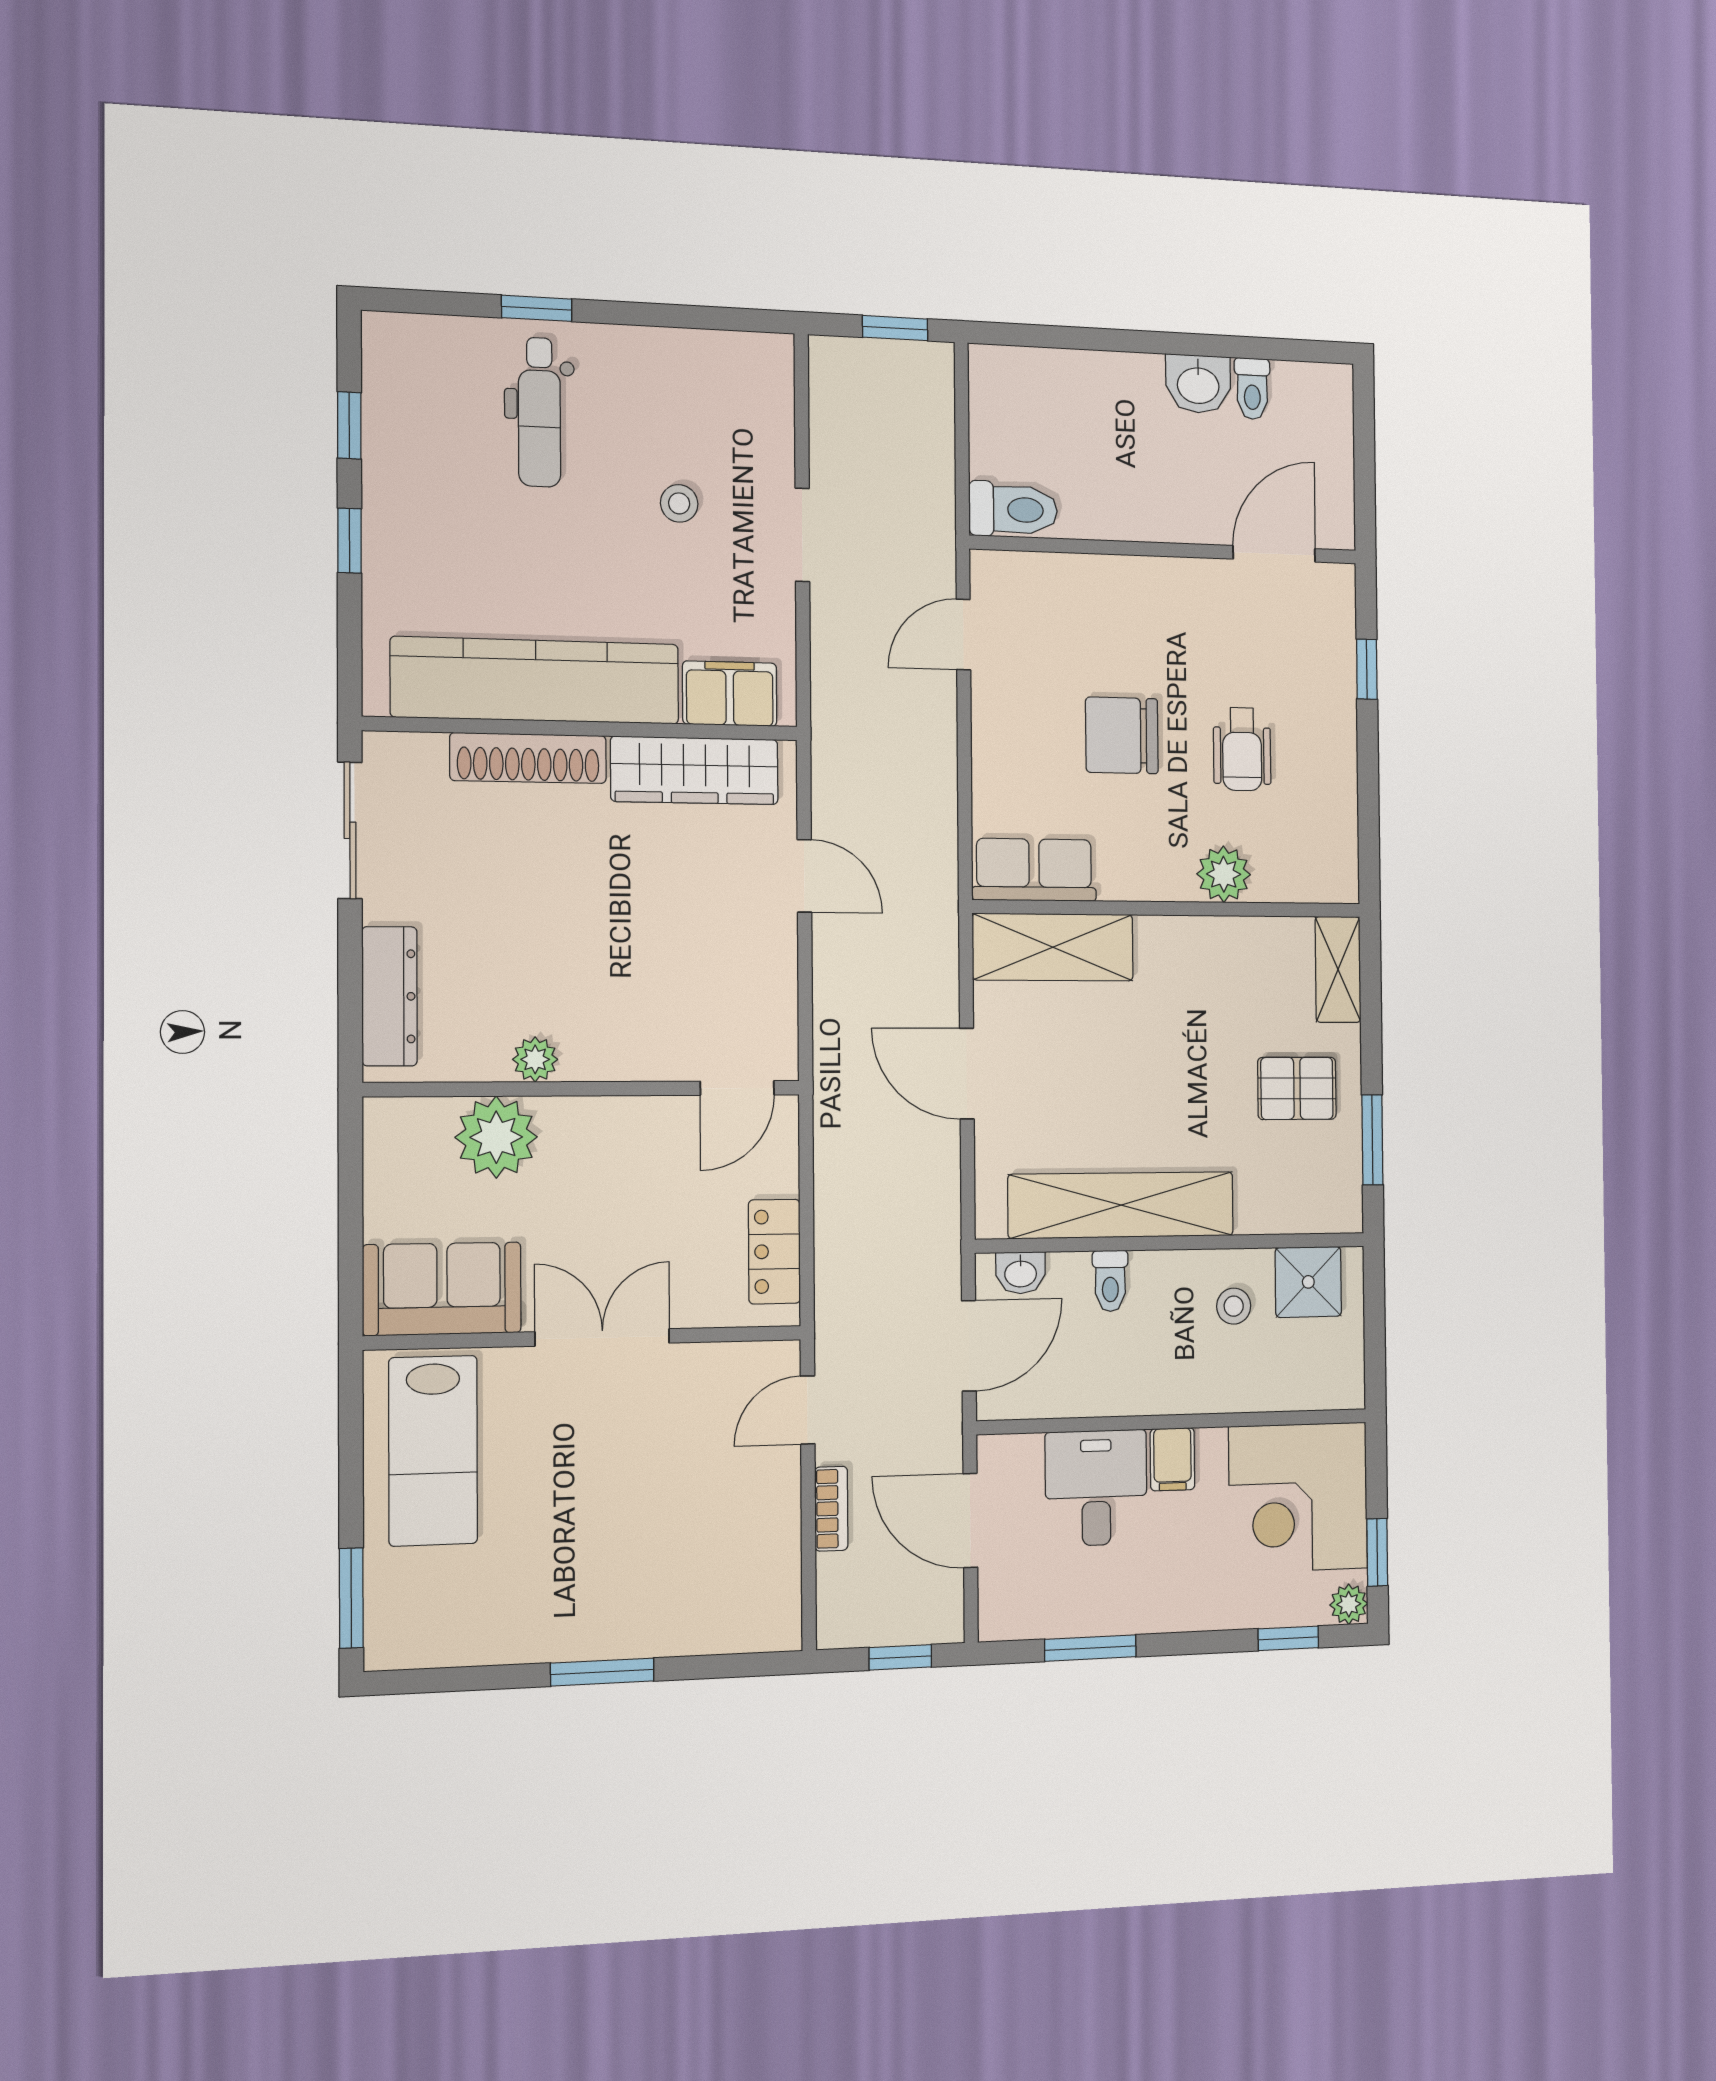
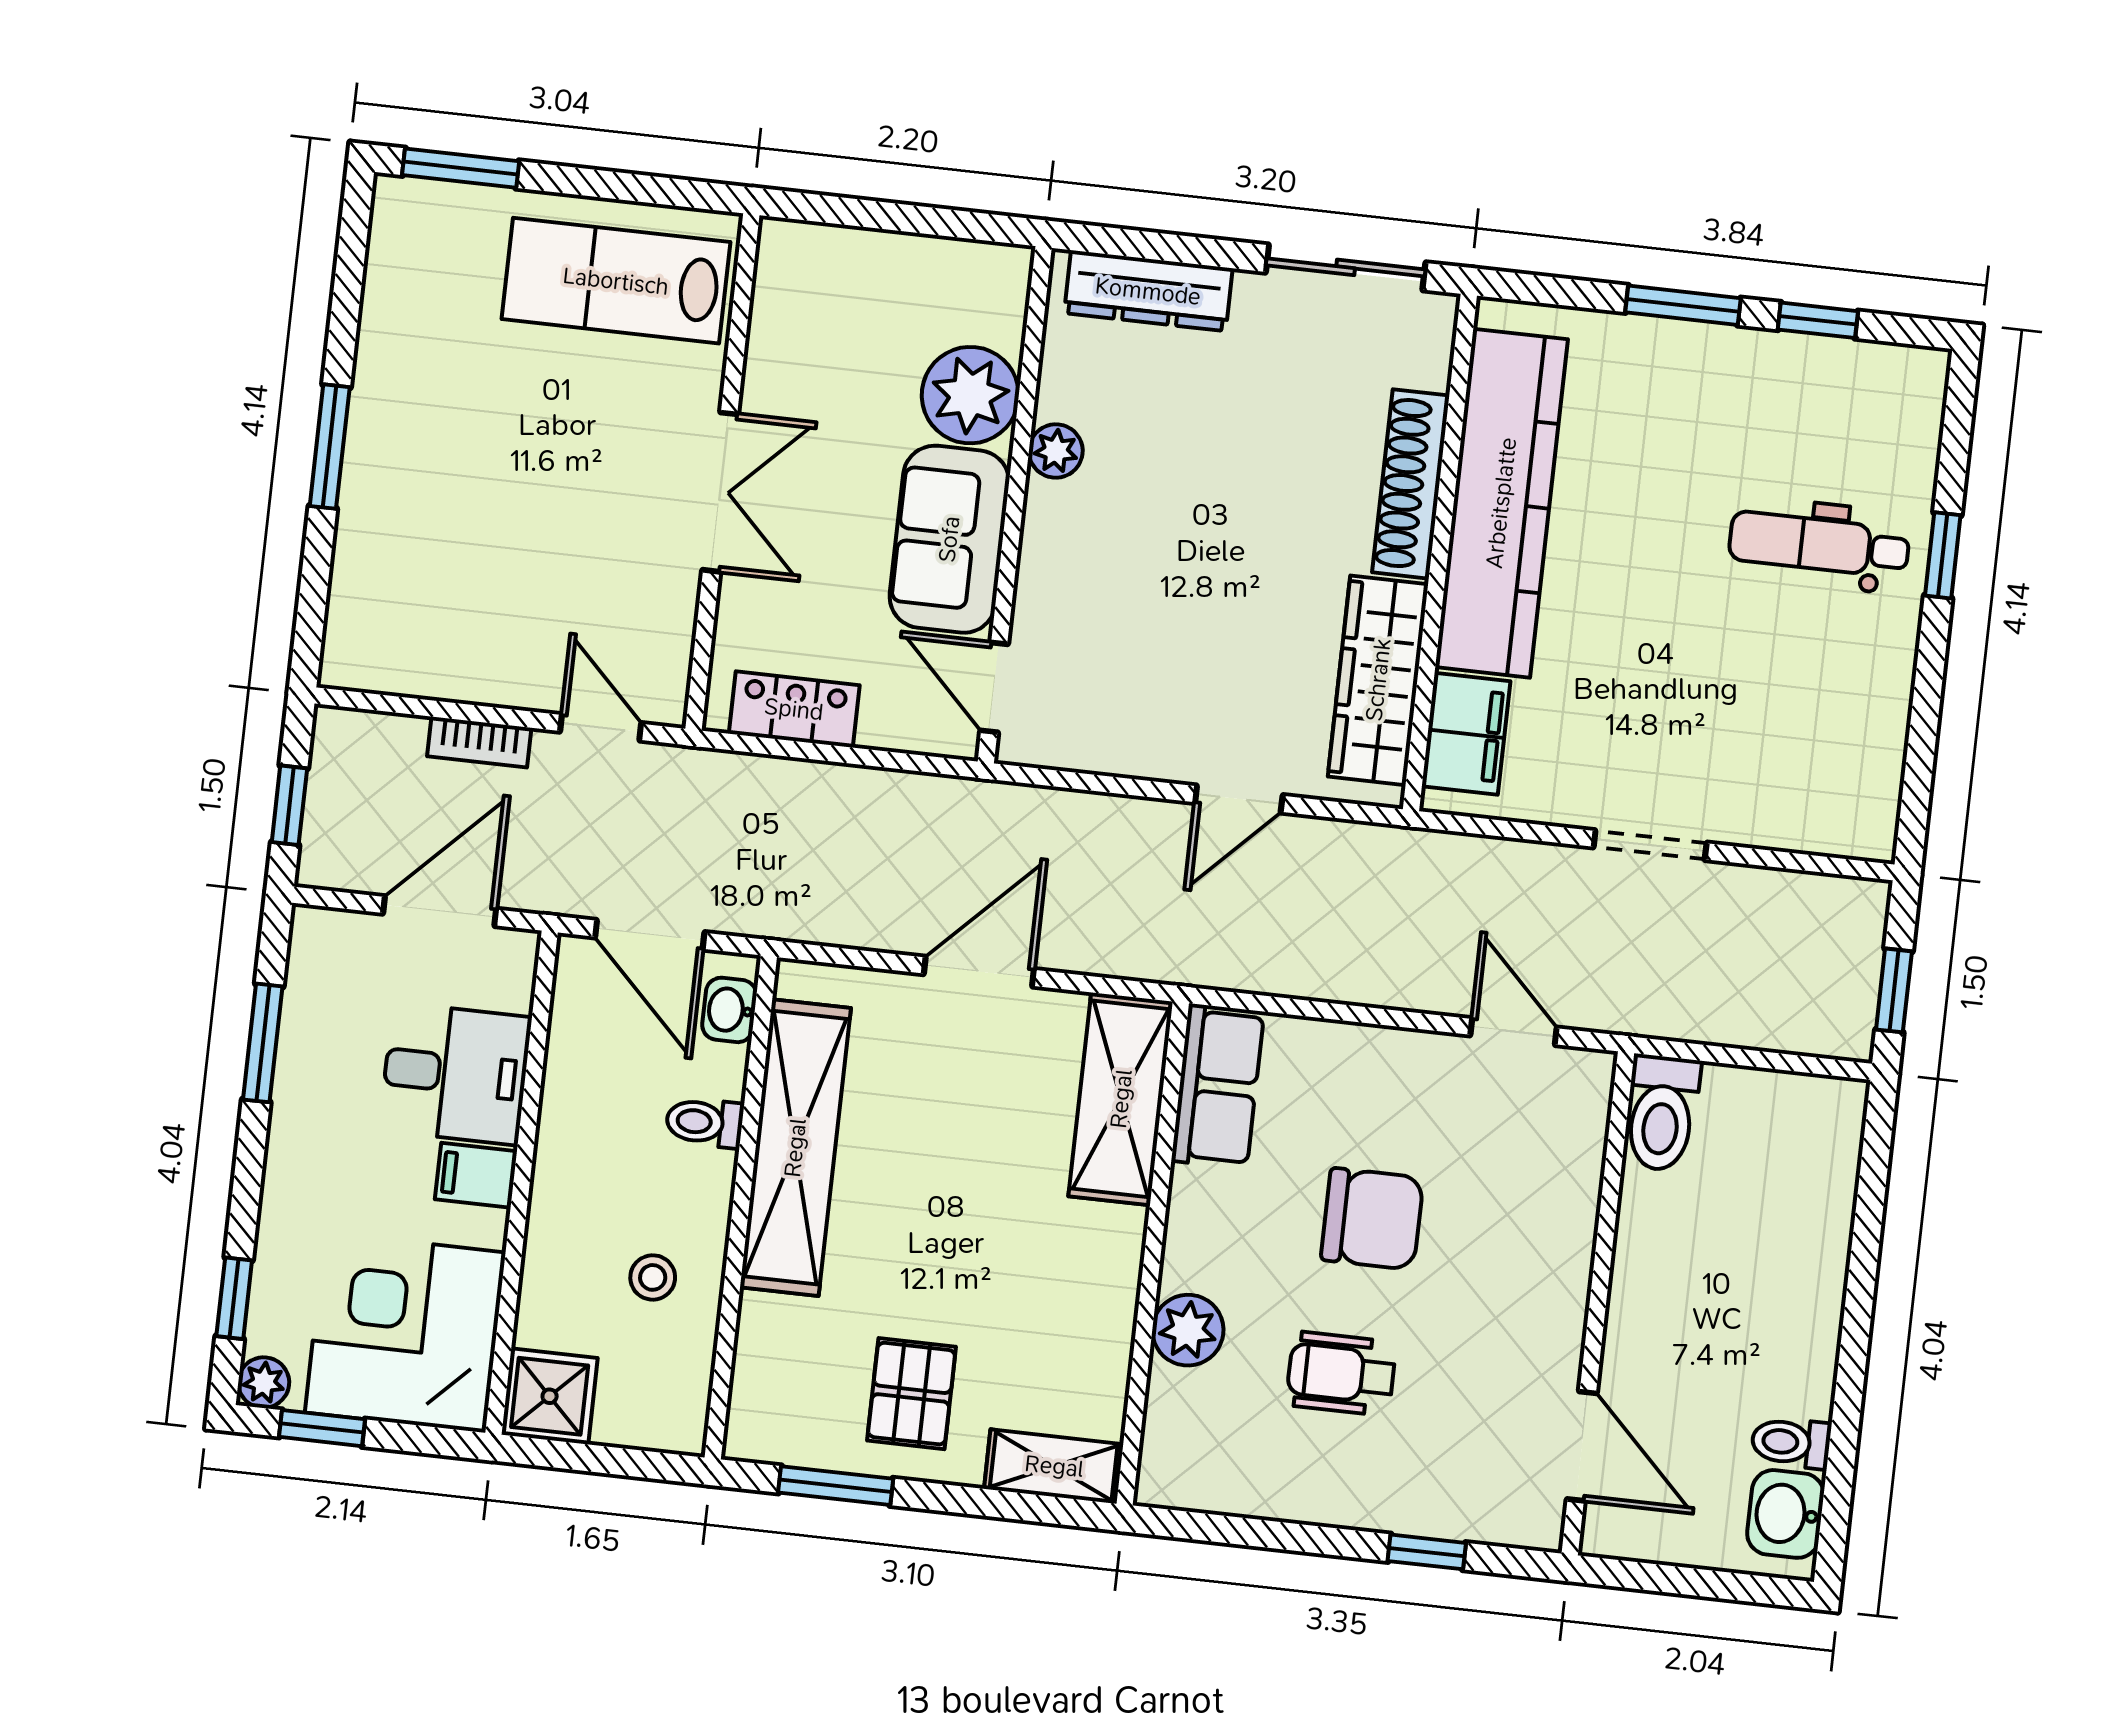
washbasin: (1198, 384) -> (1786, 1514), moved
stool: (679, 503) -> (1699, 699), removed
window: (349, 541) -> (1683, 305), width x1.50
chair: (1122, 735) -> (1372, 1219), turned 90
shower: (1308, 1282) -> (550, 1396), moved
sofa: (442, 1289) -> (949, 539), moved, turned 180

